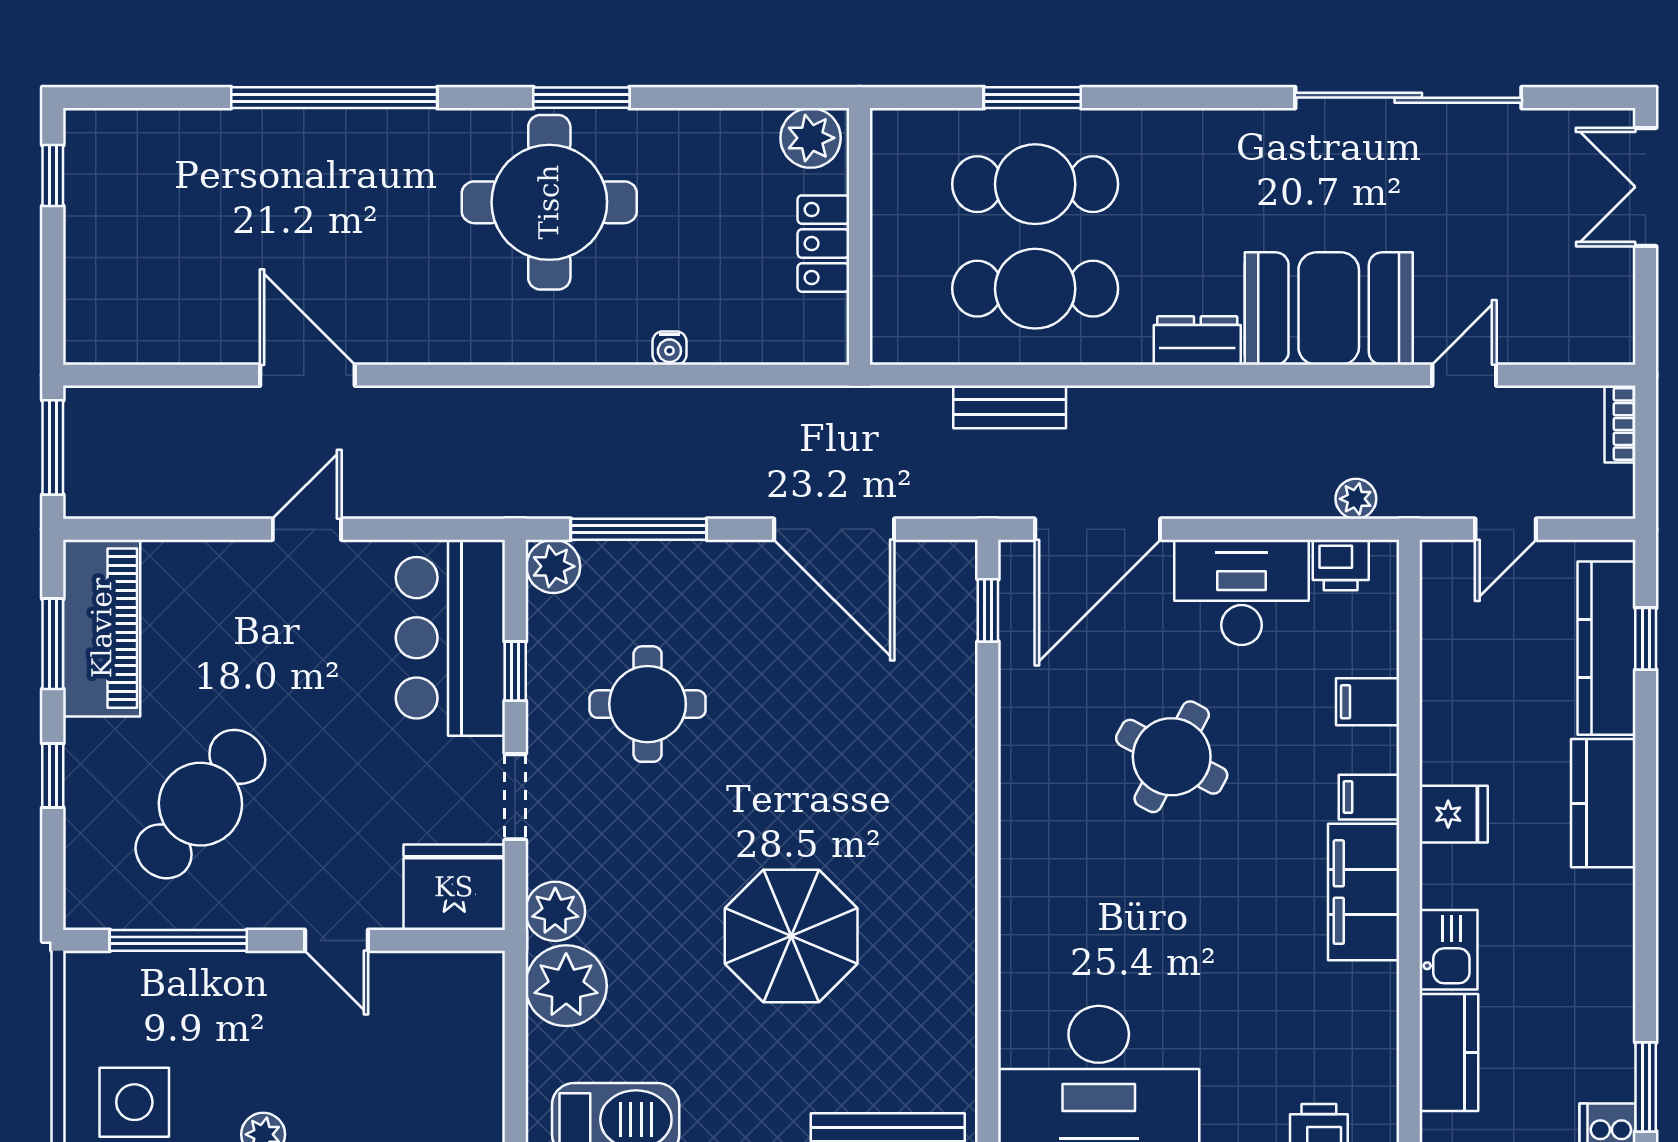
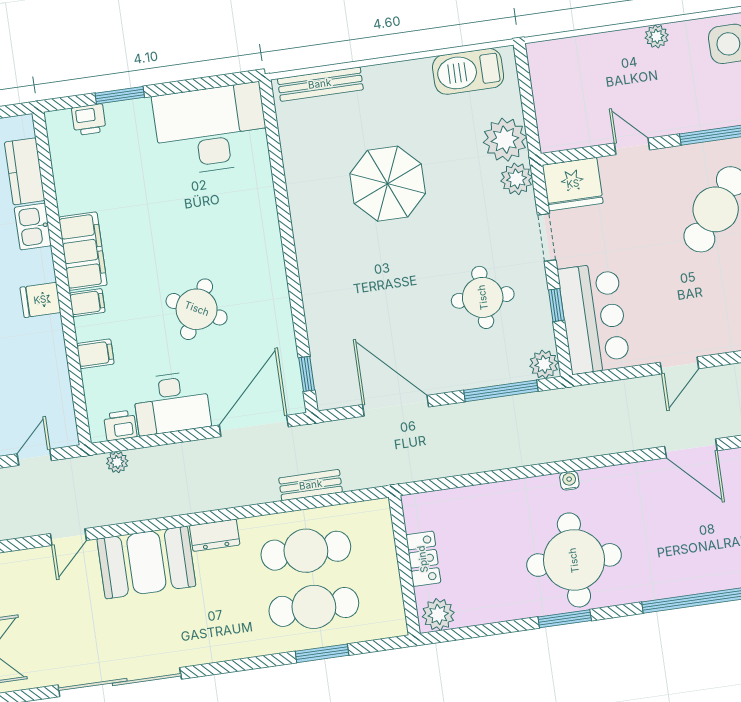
water cooler: (669, 348) -> (569, 481), moved

